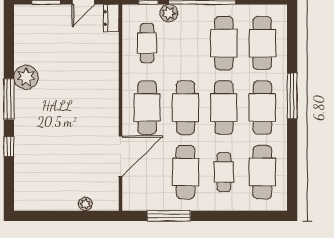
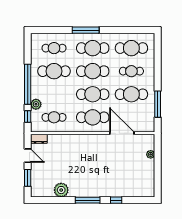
cafe table: (262, 43) -> (54, 48), width x0.73, depth x0.74
plant: (26, 77) -> (61, 190), moved

